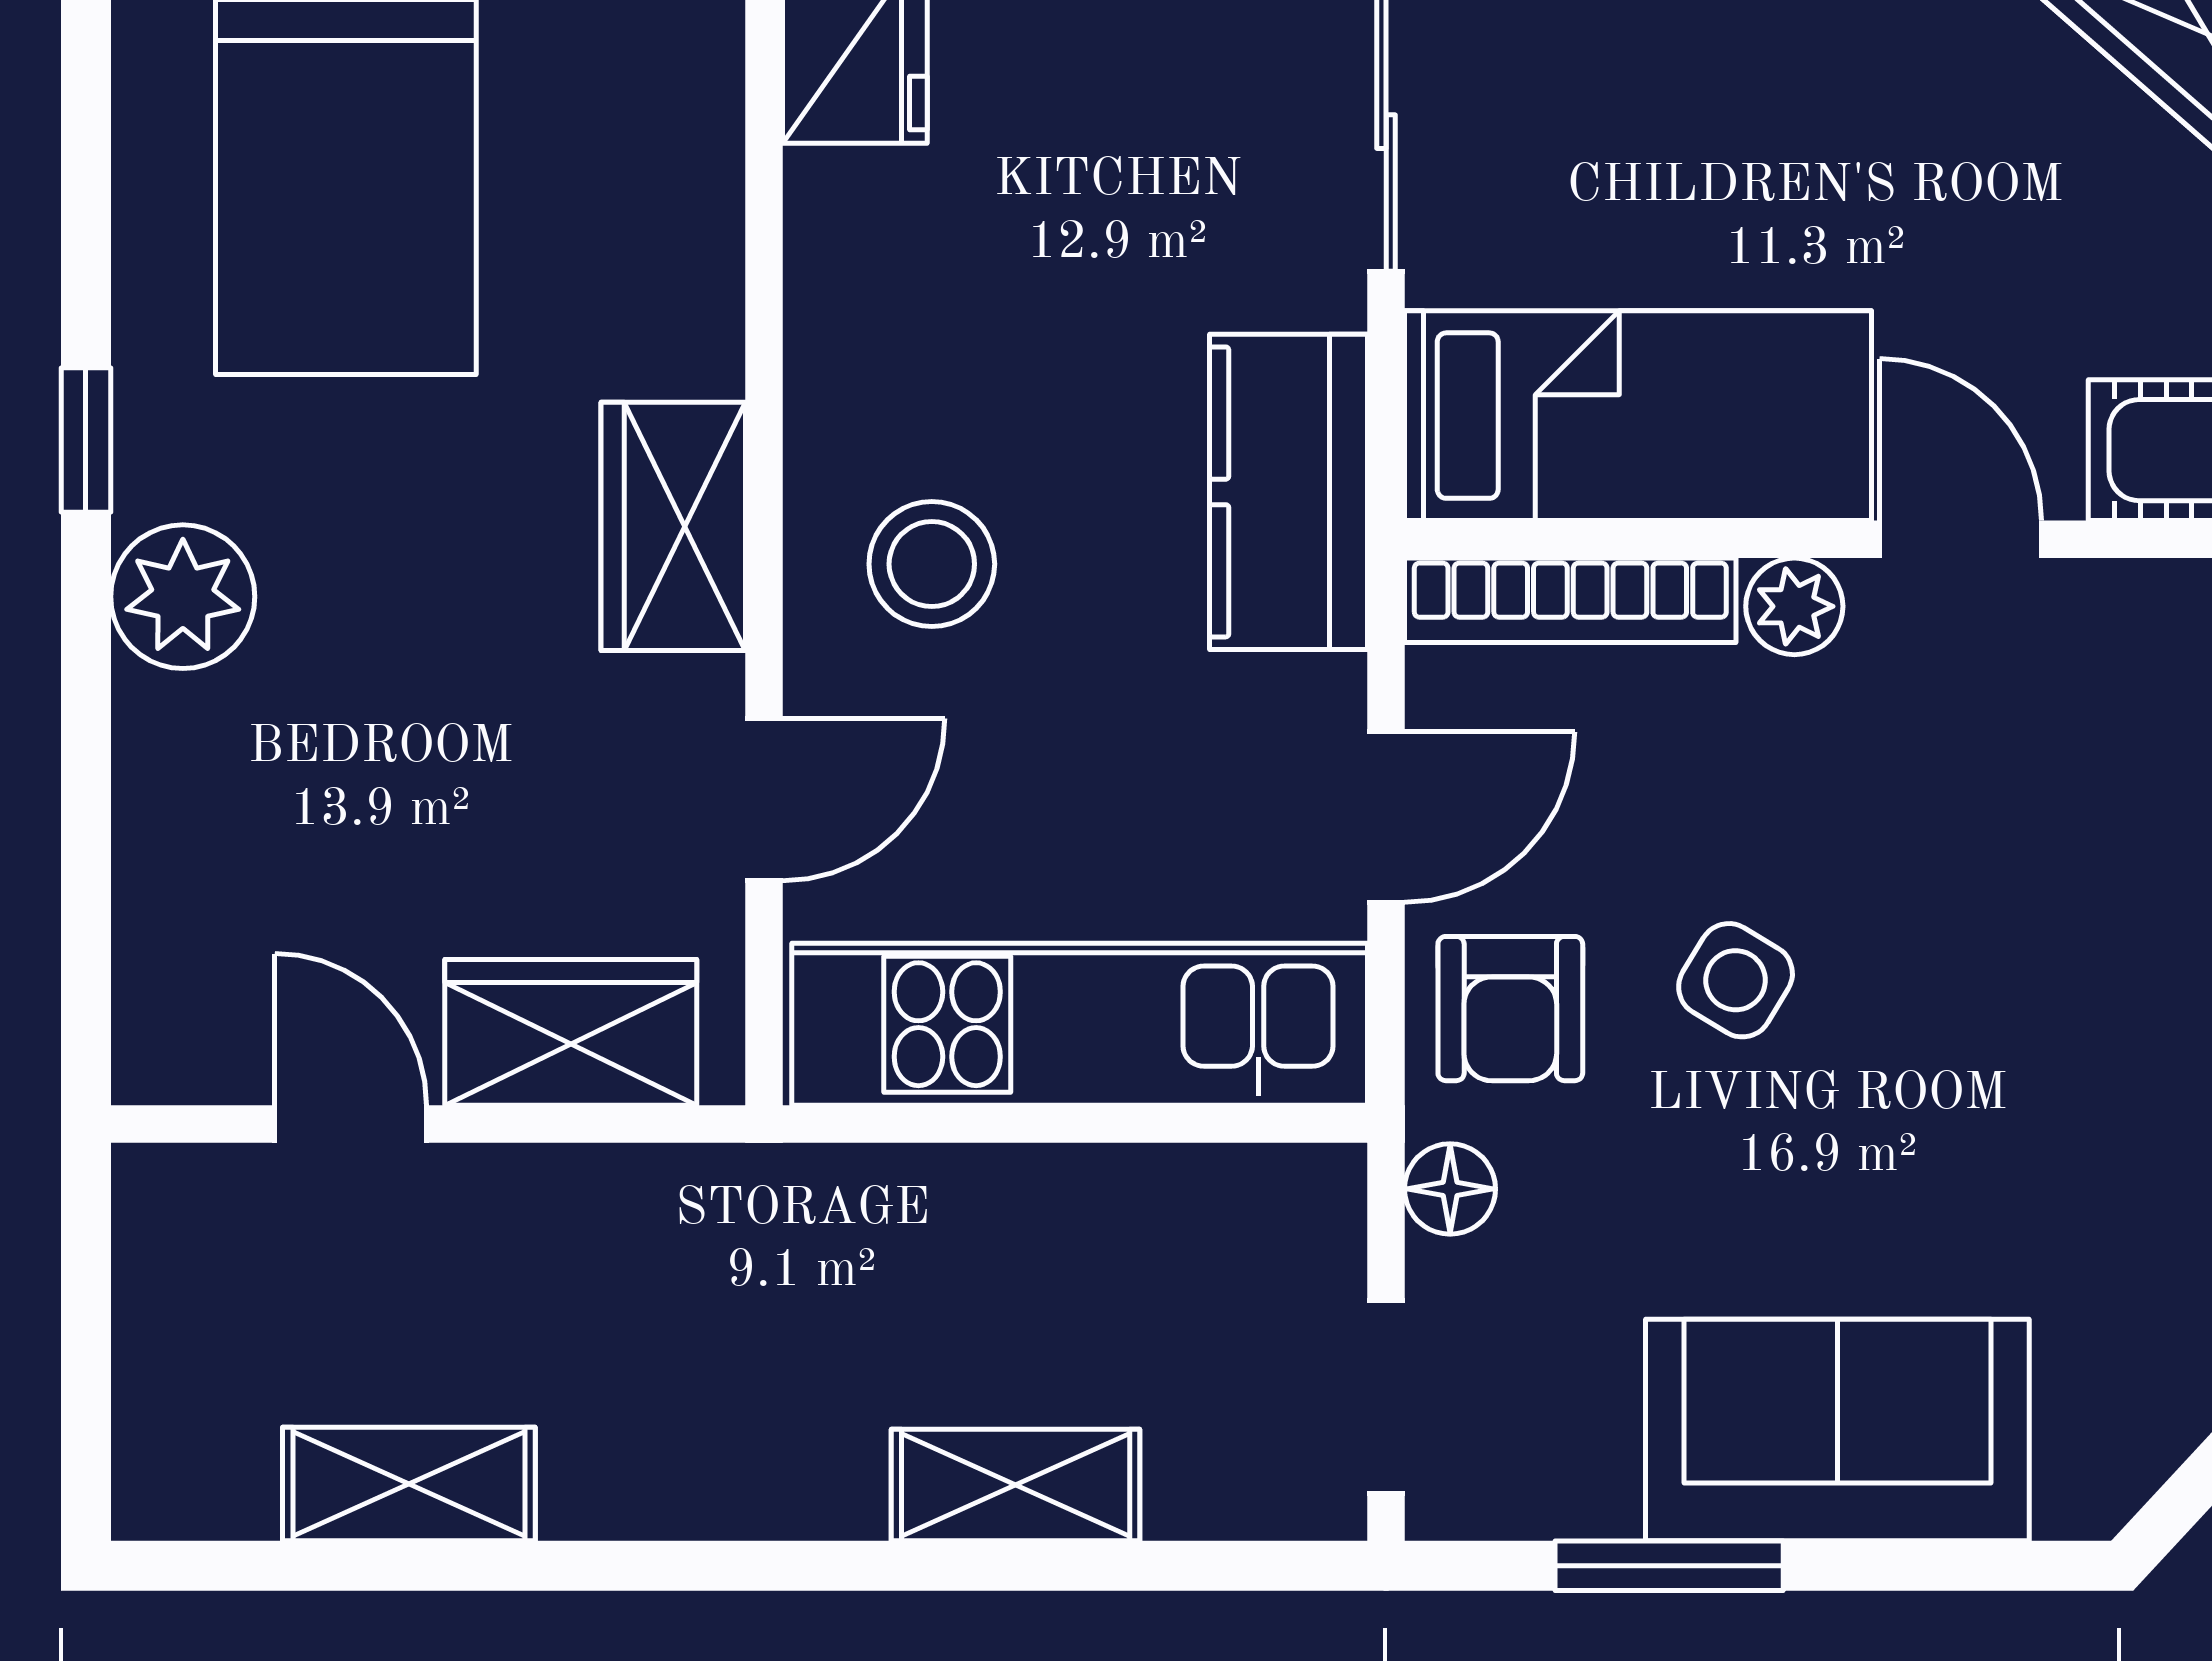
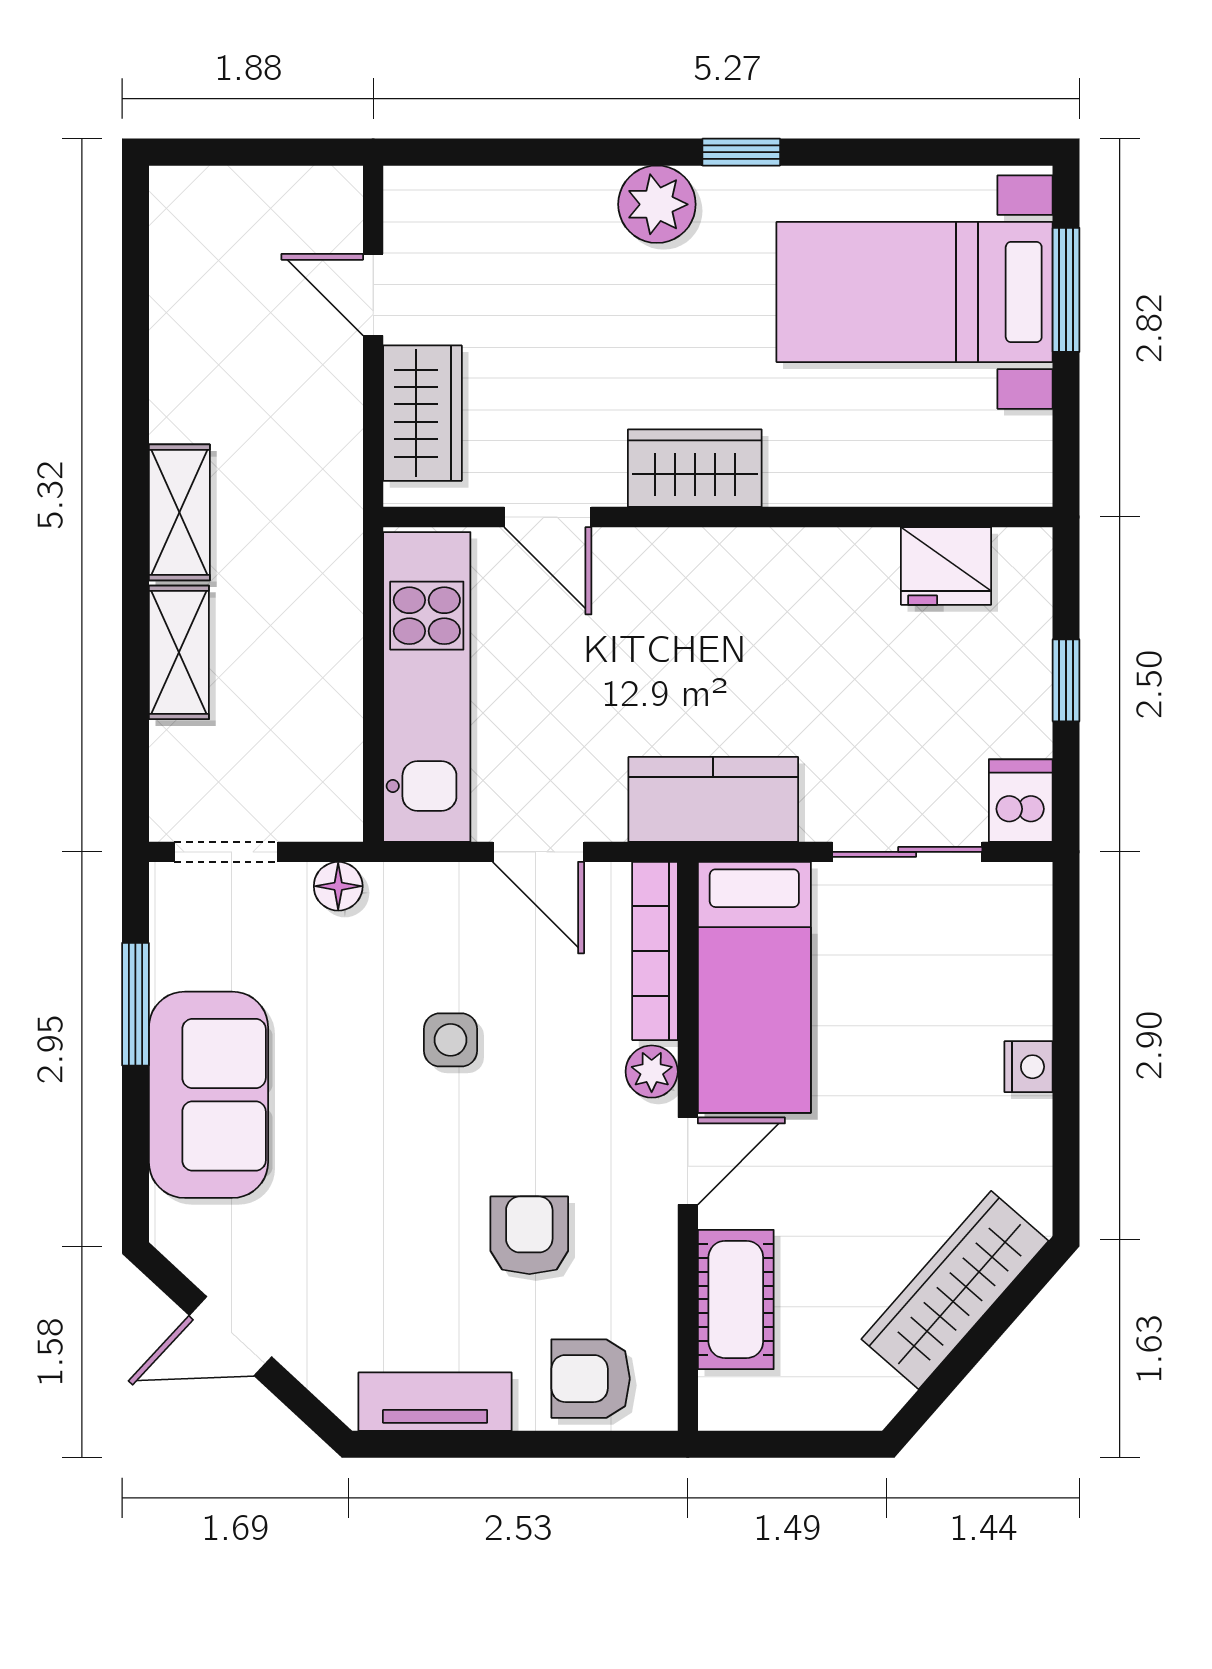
stool: (932, 564) -> (674, 607), removed
side table: (1736, 980) -> (451, 1040), turned -31
armchair: (1510, 1009) -> (529, 1235), moved, turned 90
door: (351, 1124) -> (373, 295), swing flipped
shelving: (409, 1484) -> (179, 512), moved

